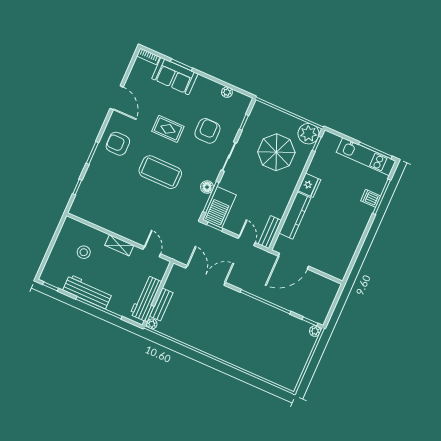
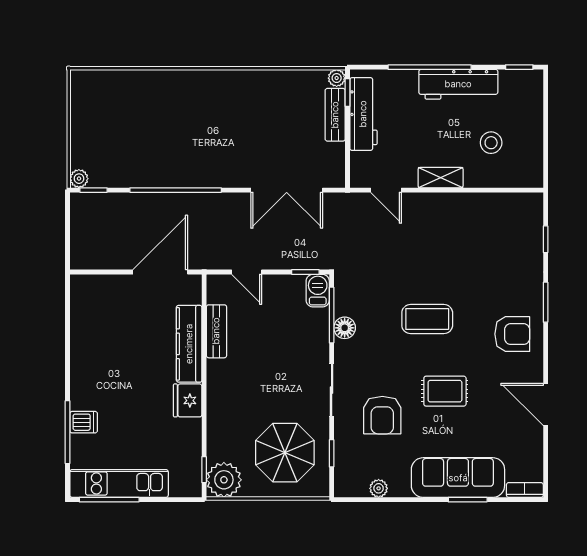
sofa: (175, 76) -> (458, 478), width x1.36
parasol: (276, 152) -> (285, 453), moved
coffee table: (160, 172) -> (427, 319), width x0.73, depth x0.76
barbecue: (219, 207) -> (318, 291), width x0.53, depth x0.65
bench: (270, 232) -> (216, 331), moved

